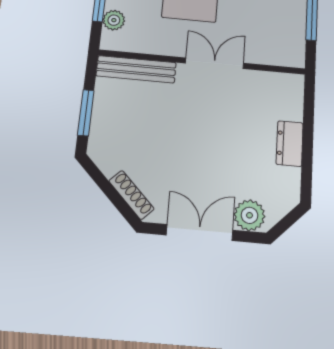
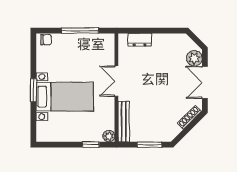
plant: (114, 20) -> (109, 136), moved
dresser: (290, 144) -> (140, 40), moved

